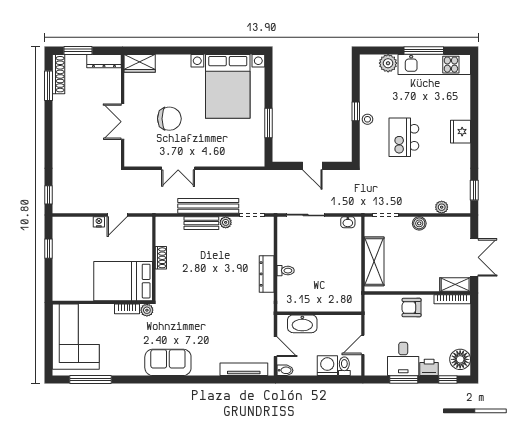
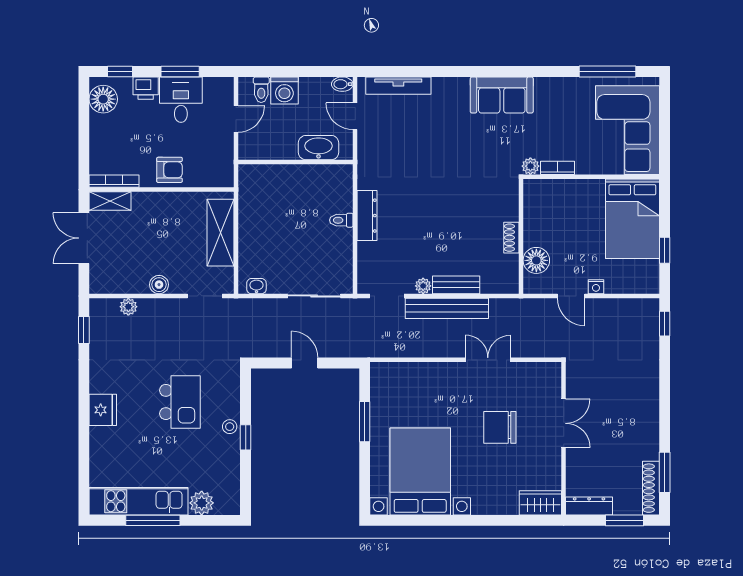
door: (117, 215) -> (571, 296), swing flipped
floor lamp: (143, 241) -> (536, 260), added
bed: (123, 281) -> (632, 219), moved, turned 90

